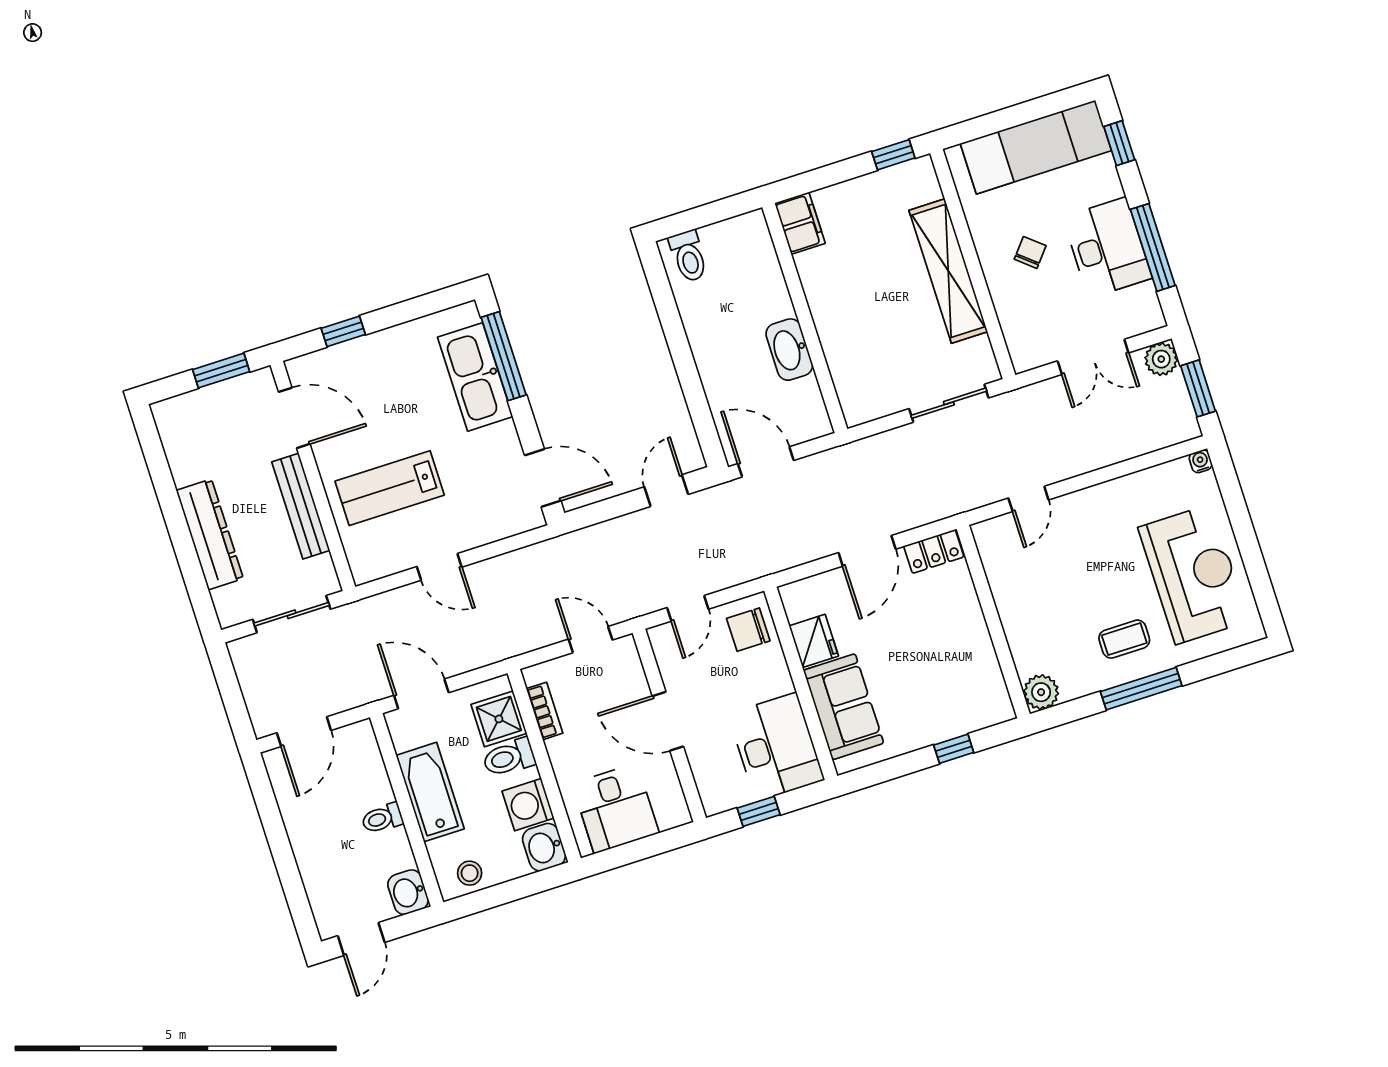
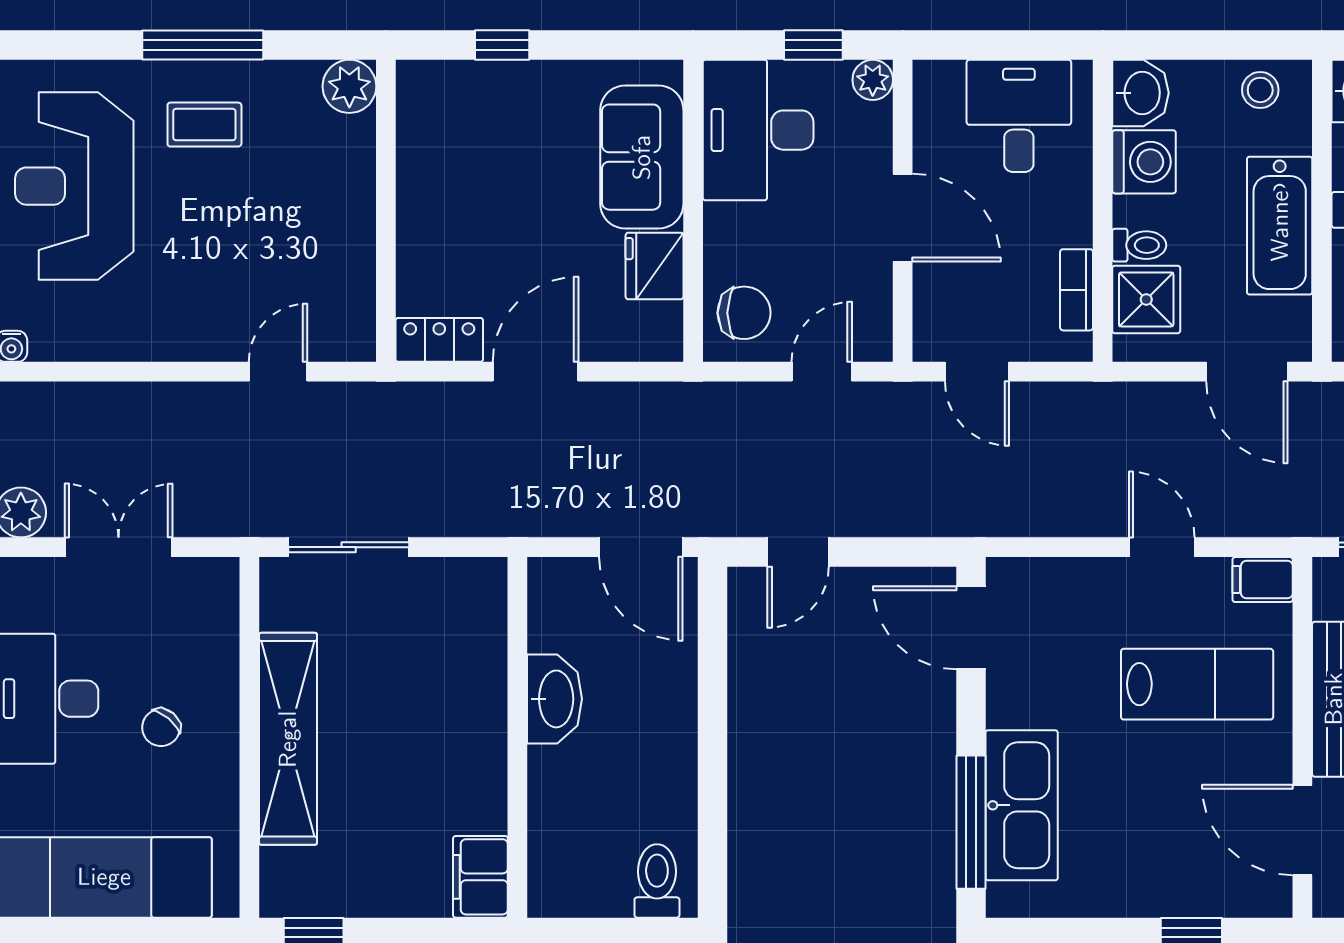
filing cabinet: (370, 567) -> (1263, 580), added
toilet: (509, 758) -> (1139, 245), width x0.73, depth x0.72
plant: (714, 802) -> (873, 80), added

